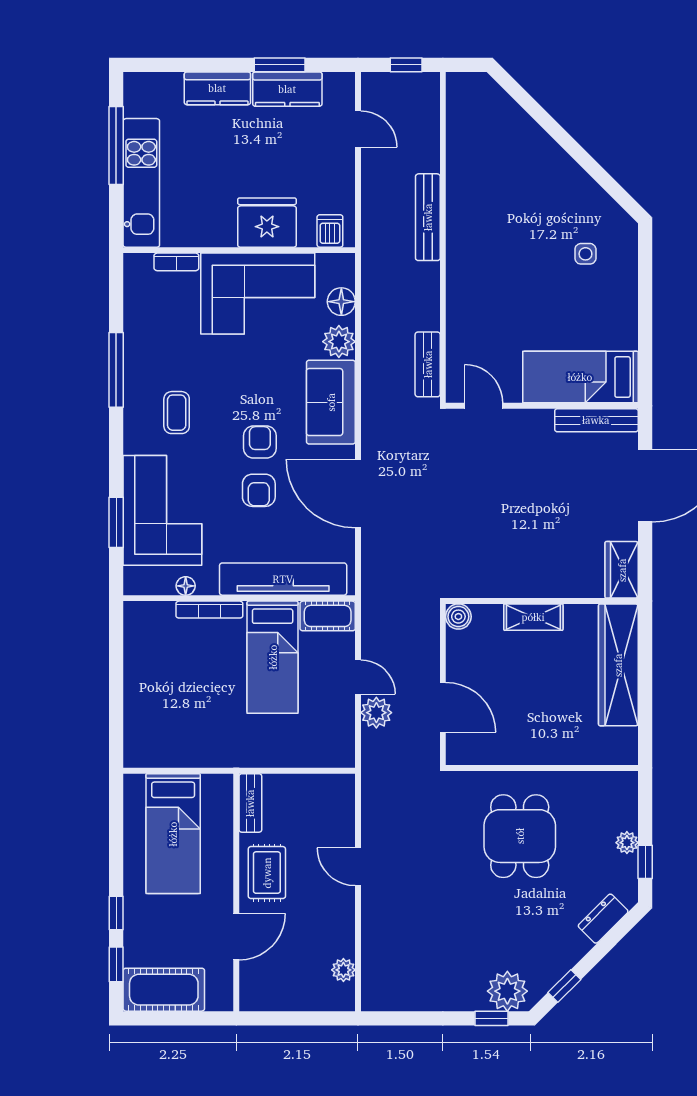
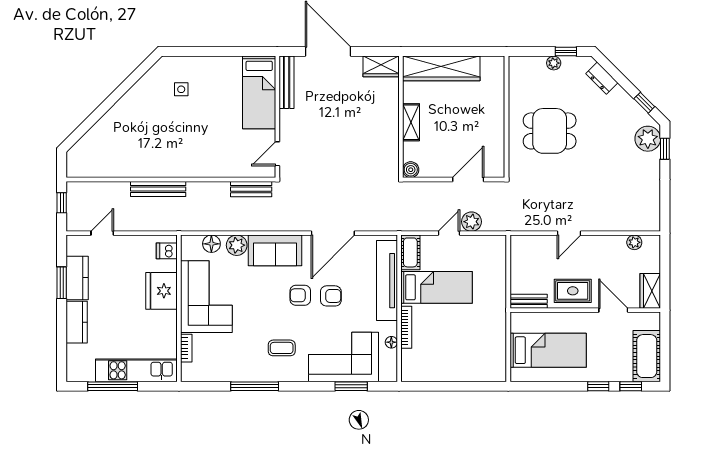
wardrobe: (267, 995) -> (650, 291), added

